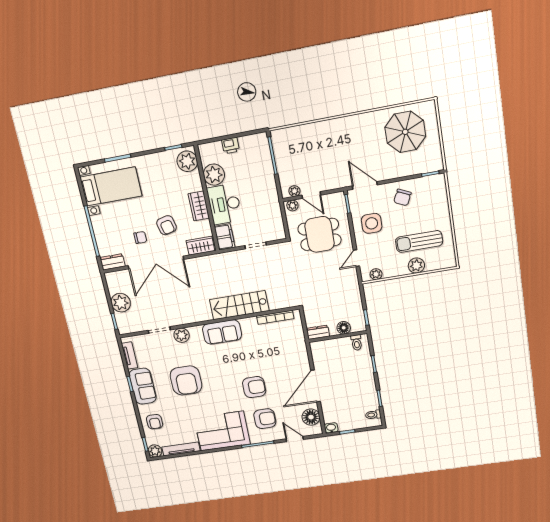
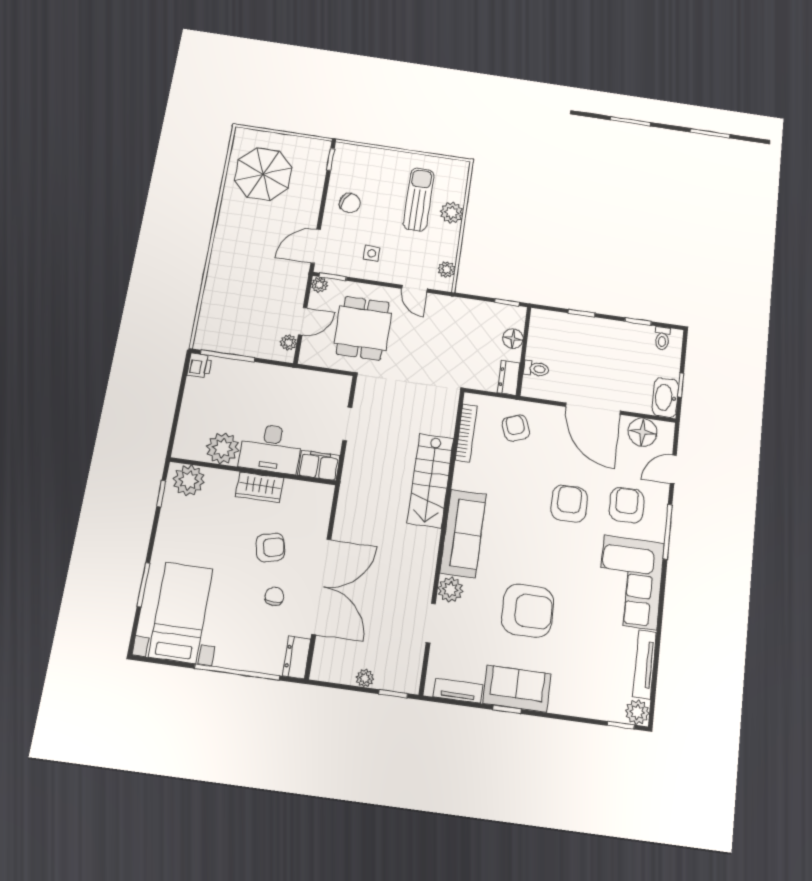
printer: (231, 145) -> (199, 365), moved
plant: (292, 206) -> (319, 285), moved
side table: (372, 223) -> (372, 253), width x0.54, depth x0.54
sun lounger: (419, 241) -> (419, 200), turned 180
wardrobe: (200, 246) -> (319, 507), removed
plant: (121, 303) -> (365, 678), width x0.53, depth x0.53
sofa: (222, 332) -> (463, 533), width x1.36
toilet: (357, 343) -> (536, 369), moved
armchair: (155, 422) -> (516, 428), moved, turned -111
washbasin: (331, 428) -> (665, 397), width x1.91, depth x1.45

